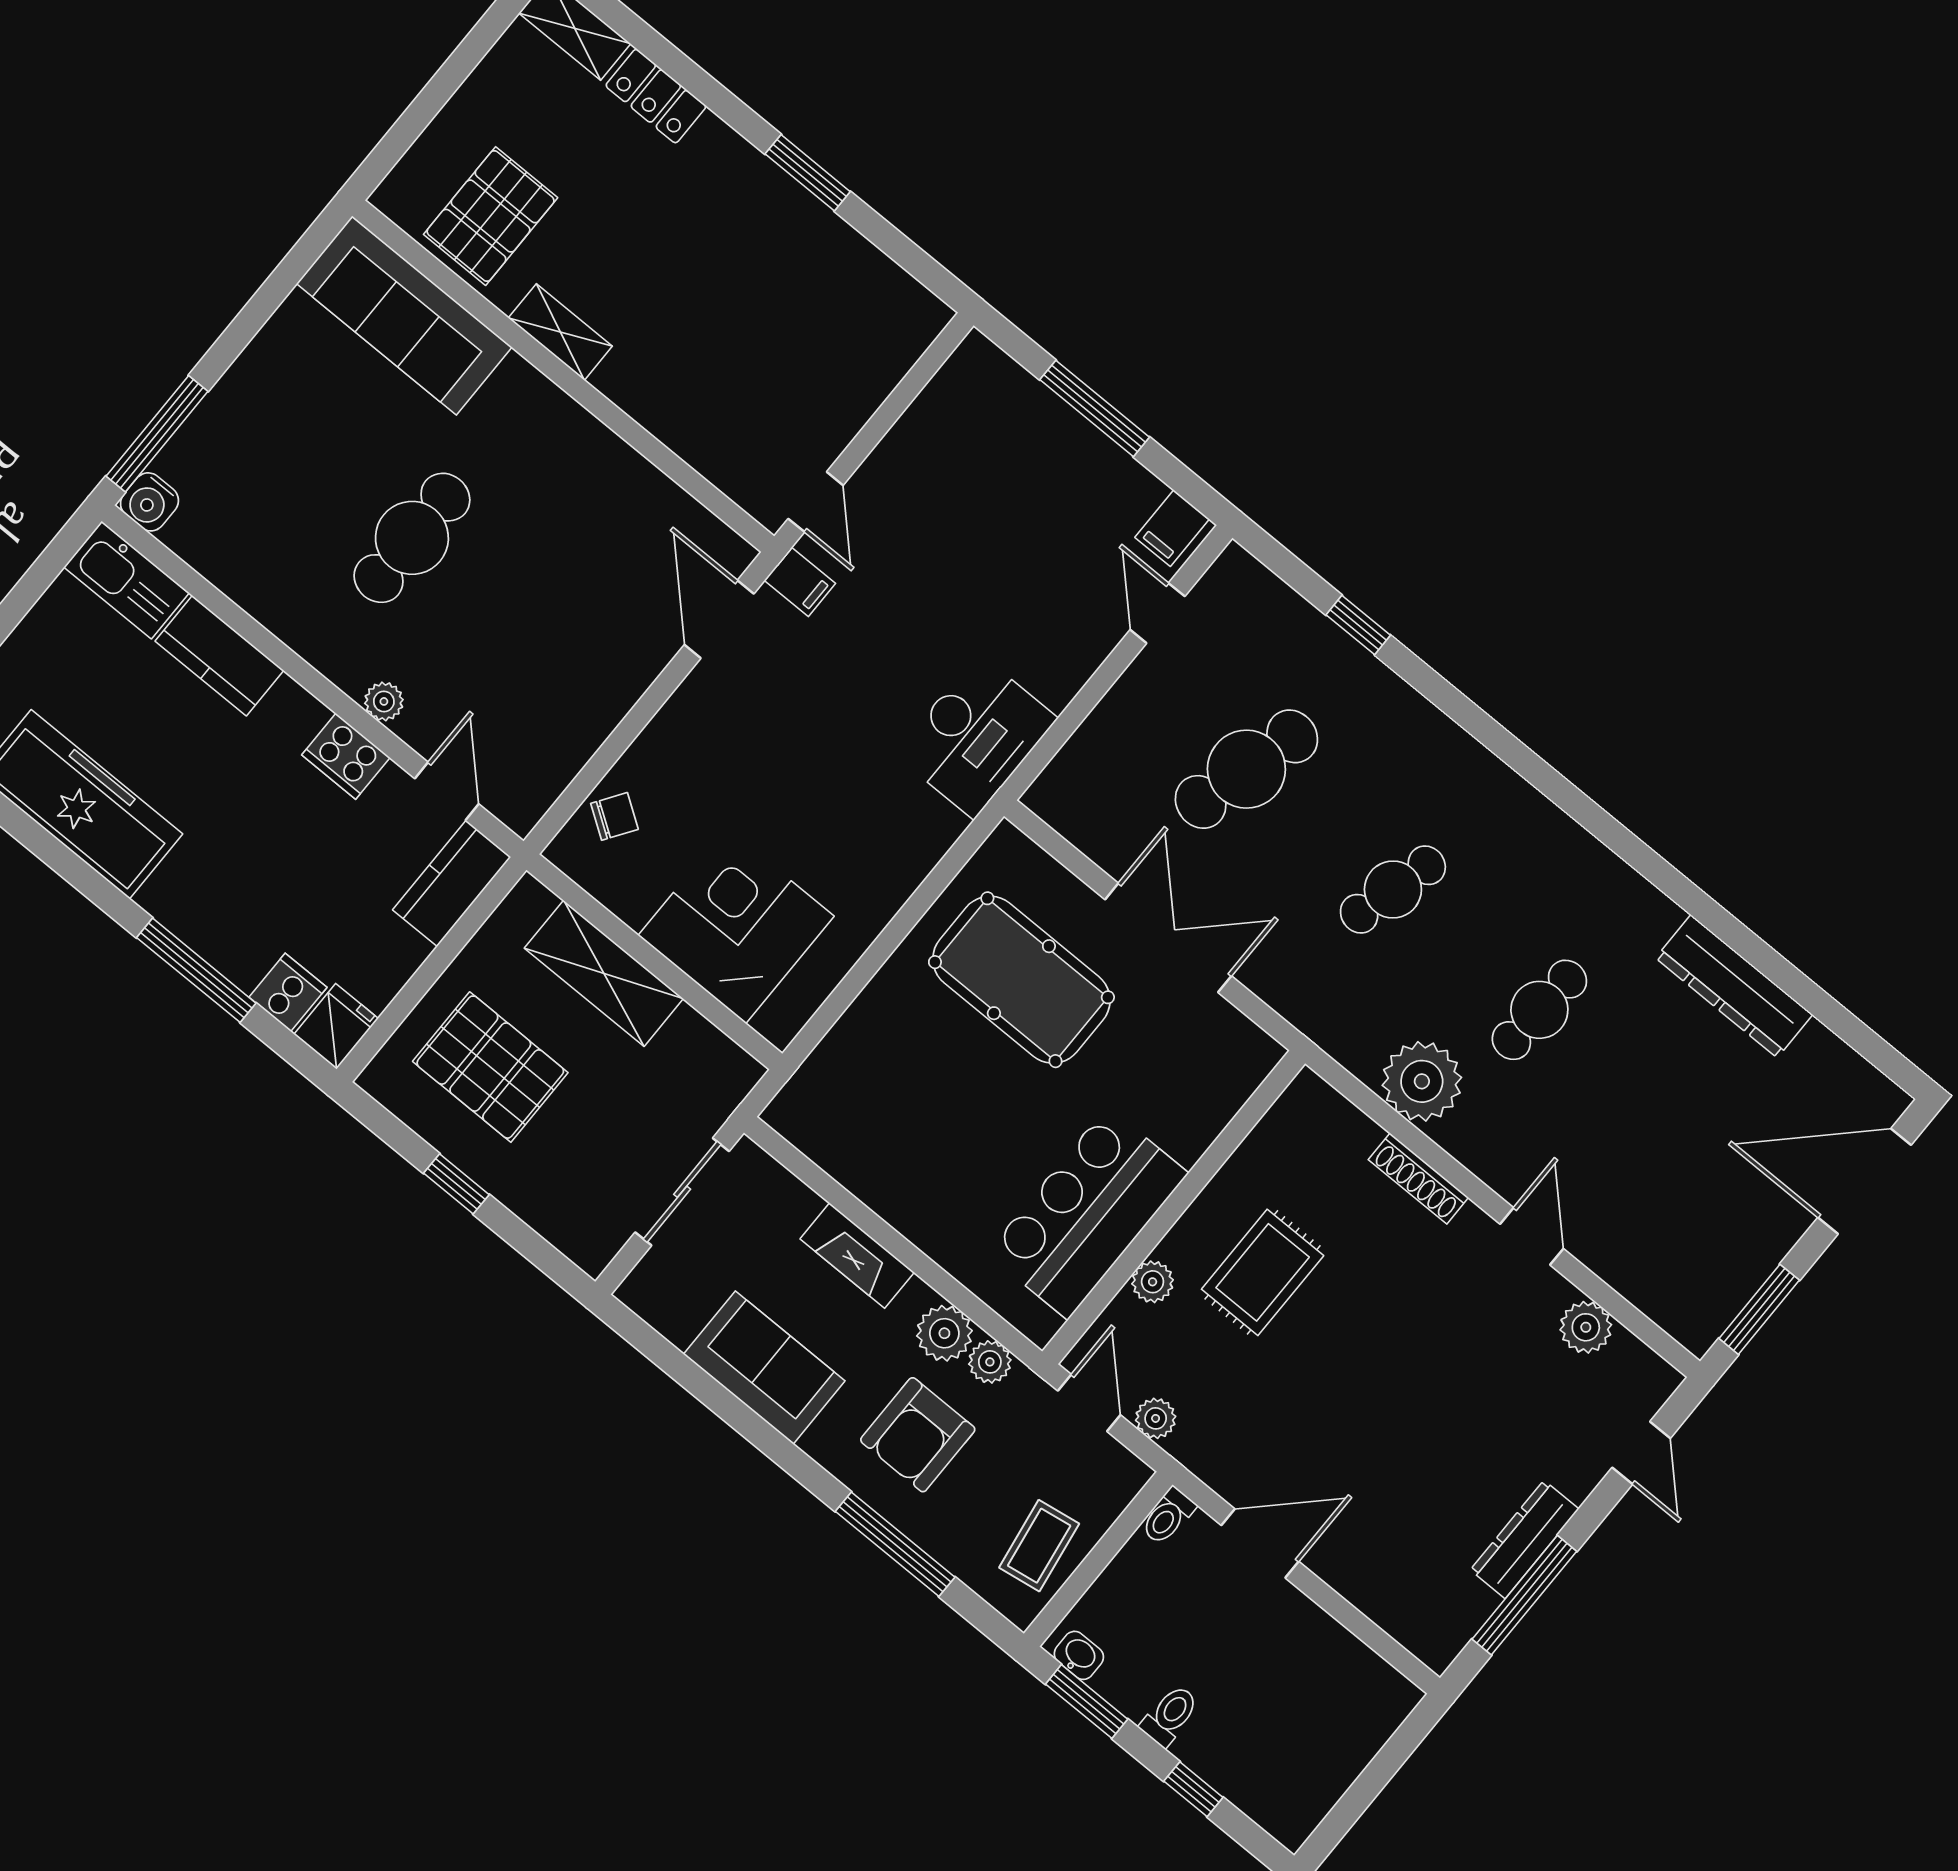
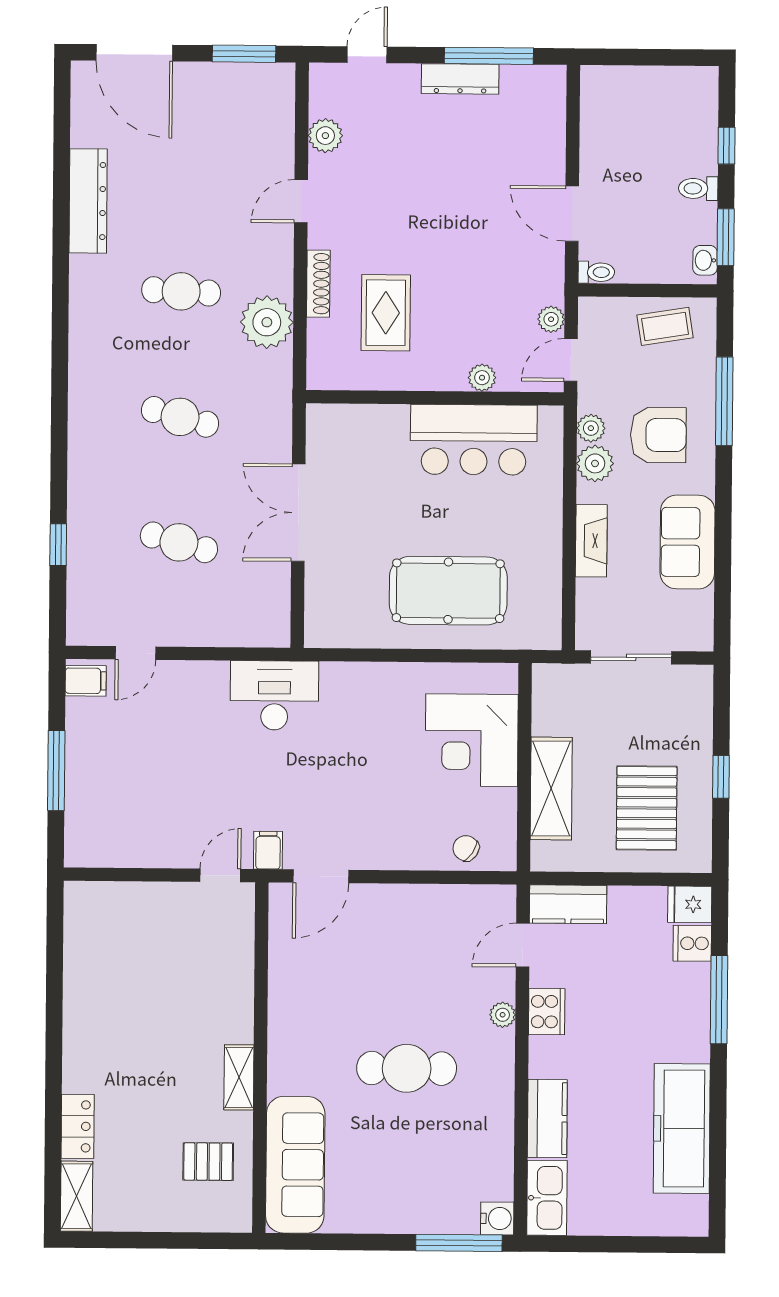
window: (808, 173) -> (54, 1016), removed
pallet: (491, 216) -> (208, 1162), width x0.67, depth x0.71
cafe table: (1246, 769) -> (179, 542), width x0.73, depth x0.74
pool table: (1021, 980) -> (448, 591), moved, turned 90
rug: (1263, 1272) -> (386, 313), moved, turned 90

